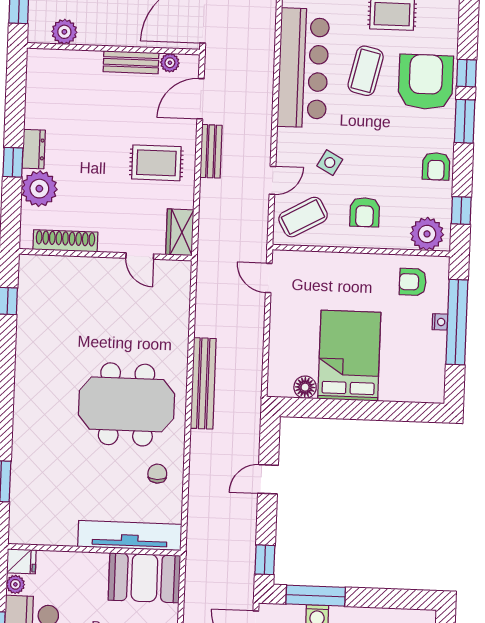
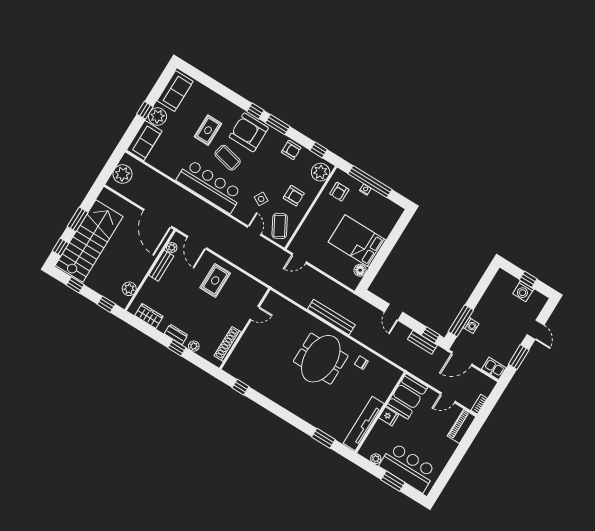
bench: (211, 151) -> (422, 342), moved
plant: (39, 189) -> (194, 346), width x0.53, depth x0.53
wardrobe: (180, 232) -> (149, 316), moved, turned 180
tv unit: (130, 535) -> (364, 423), moved
fridge: (21, 561) -> (389, 416), moved, turned 90

